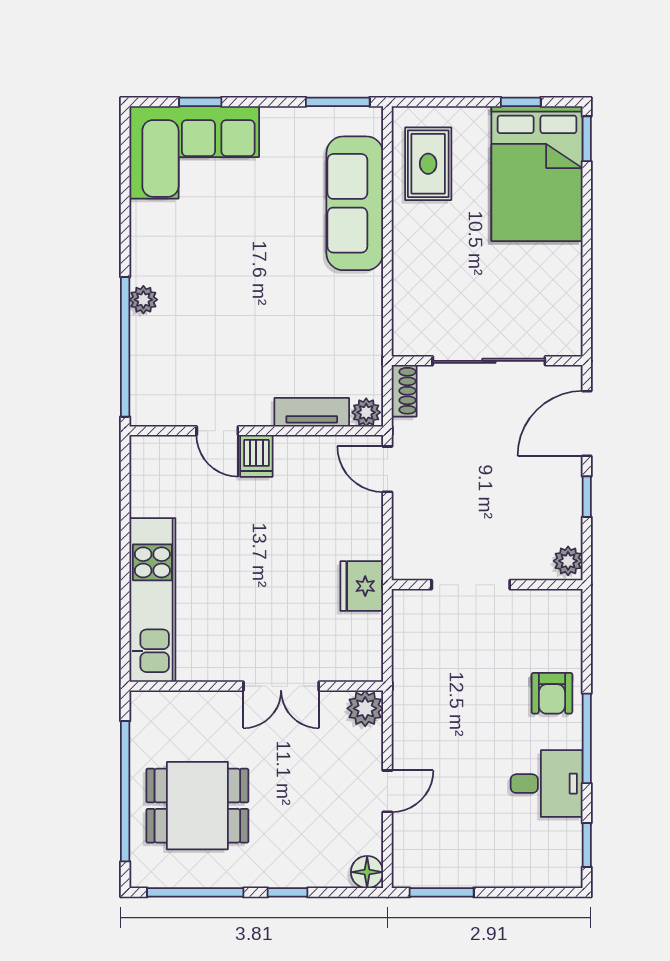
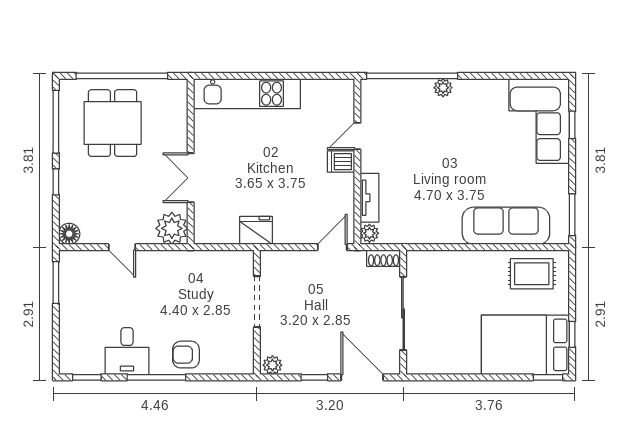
plant: (365, 708) -> (172, 228), width x1.36, depth x1.36

